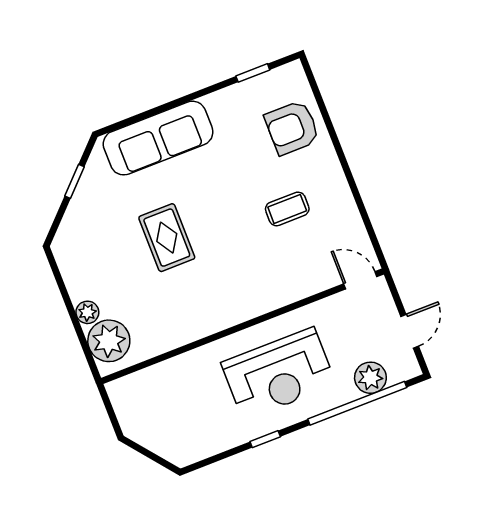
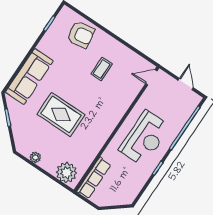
armchair: (292, 128) -> (81, 35), turned -99
rug: (167, 238) -> (61, 114), width x1.36, depth x1.43
plant: (87, 312) -> (35, 157), moved
plant: (370, 378) -> (183, 114), removed
row of seats: (148, 381) -> (94, 178), added

